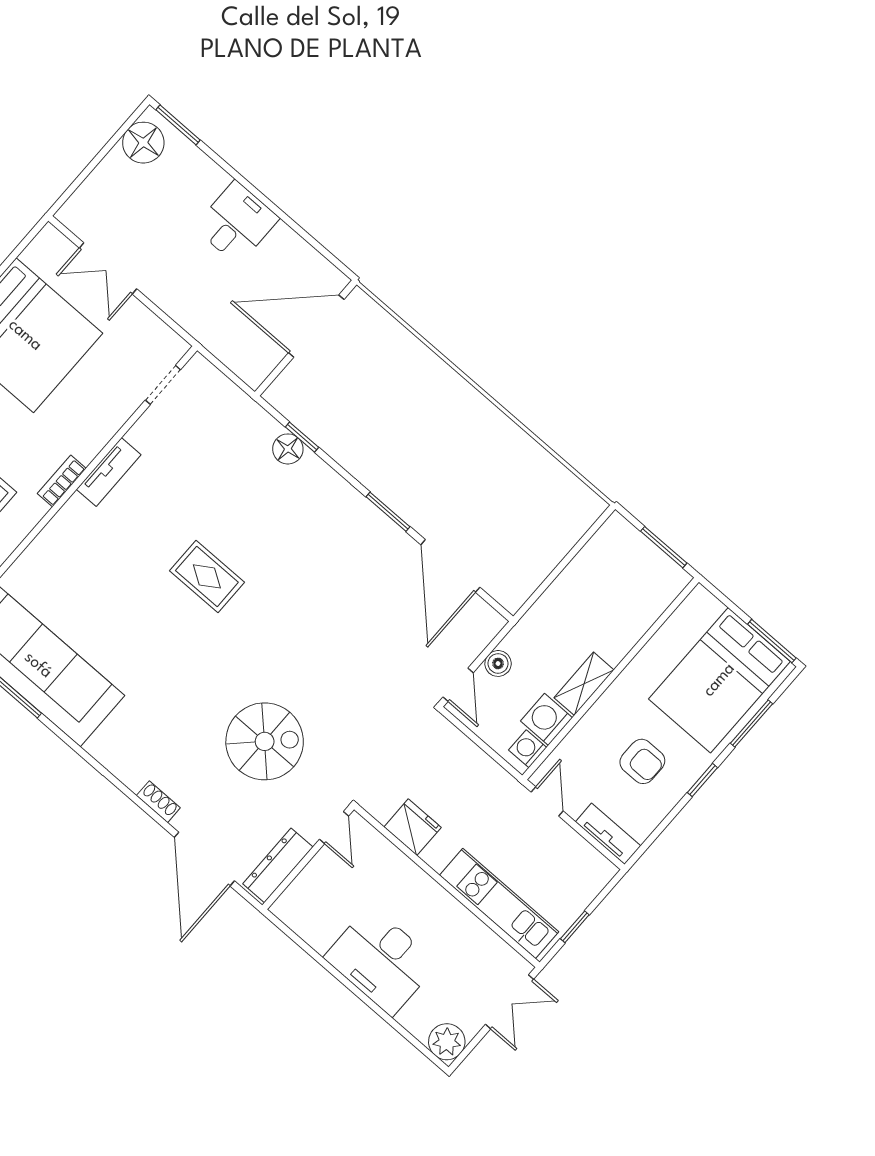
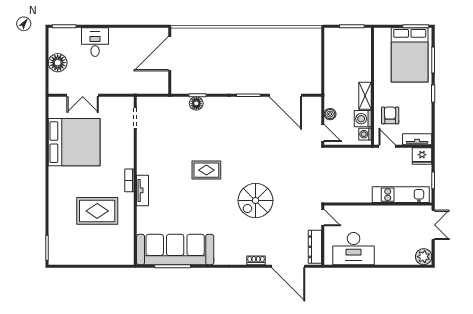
floor lamp: (143, 143) -> (58, 63), moved
desk: (237, 223) -> (95, 42), moved
tv unit: (109, 472) -> (143, 190), moved
spiral stairs: (265, 741) -> (255, 201), moved, turned 180
armchair: (642, 761) -> (390, 115), moved, turned -90
fridge: (413, 827) -> (422, 156), moved, turned 180
desk: (381, 960) -> (354, 249), moved

